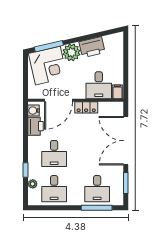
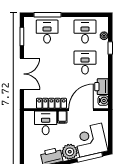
filing cabinet: (117, 92) -> (62, 117), moved
locker: (86, 107) -> (51, 103), width x1.53
double door: (126, 141) -> (22, 74), width x0.73

